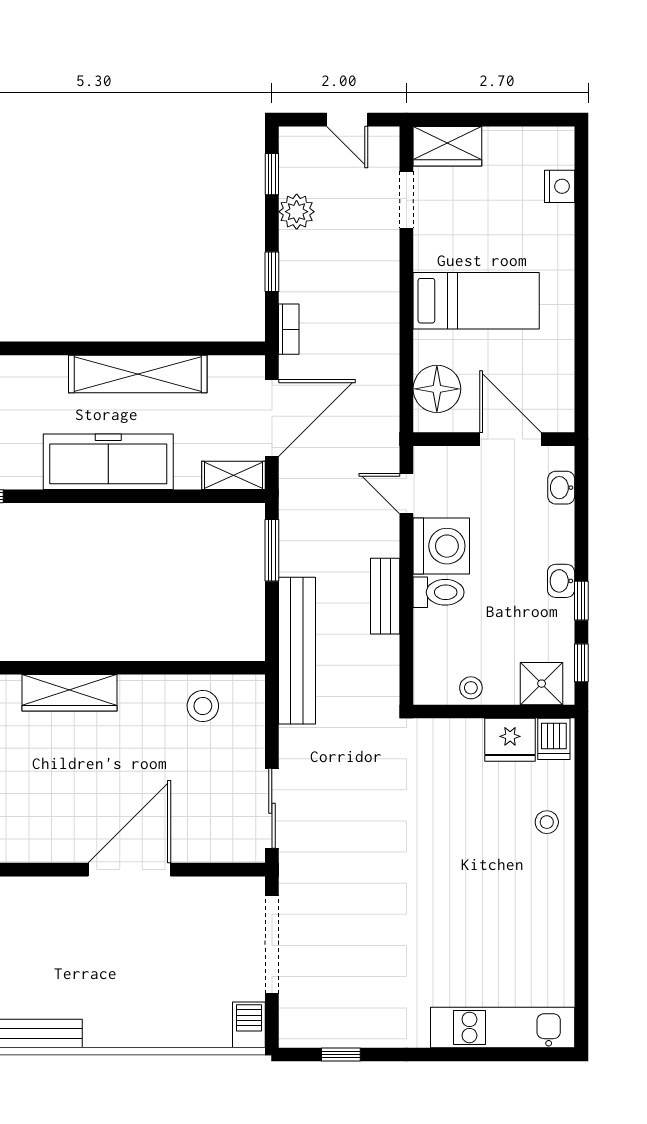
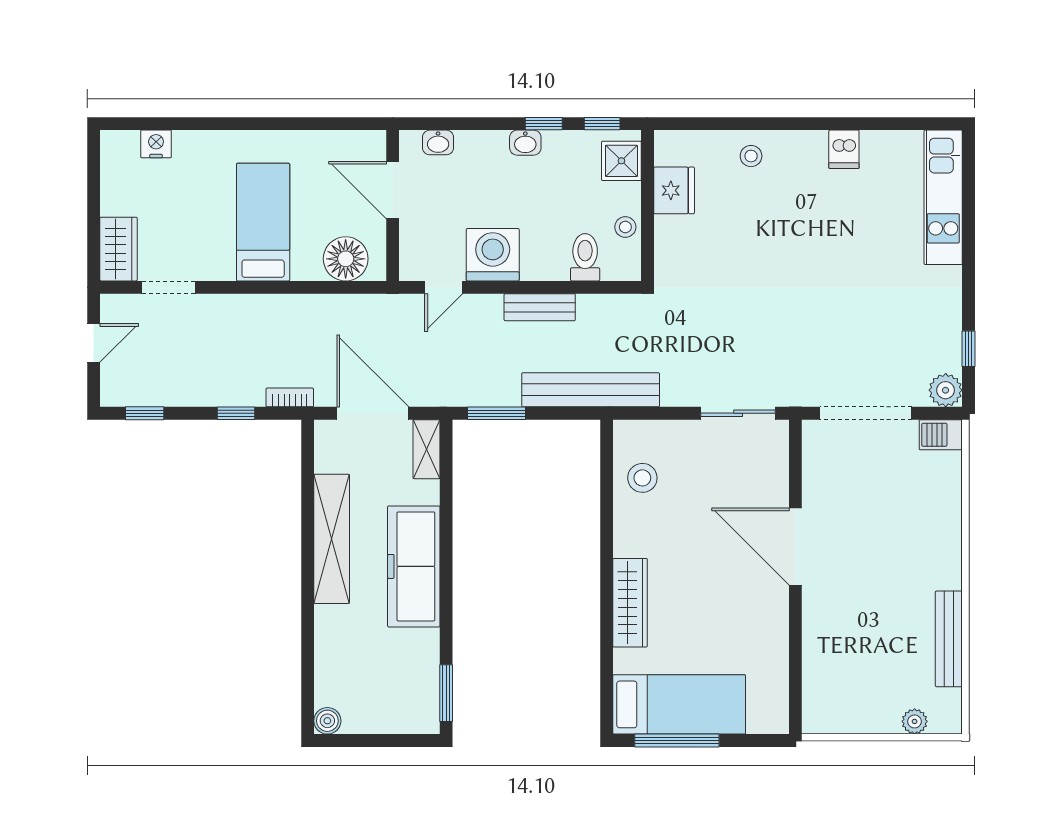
plant: (297, 212) -> (946, 390), moved
door: (510, 439) -> (393, 190), hinge flipped
toilet: (439, 592) -> (585, 257), moved
dishwasher: (554, 739) -> (844, 149), moved, turned 90

